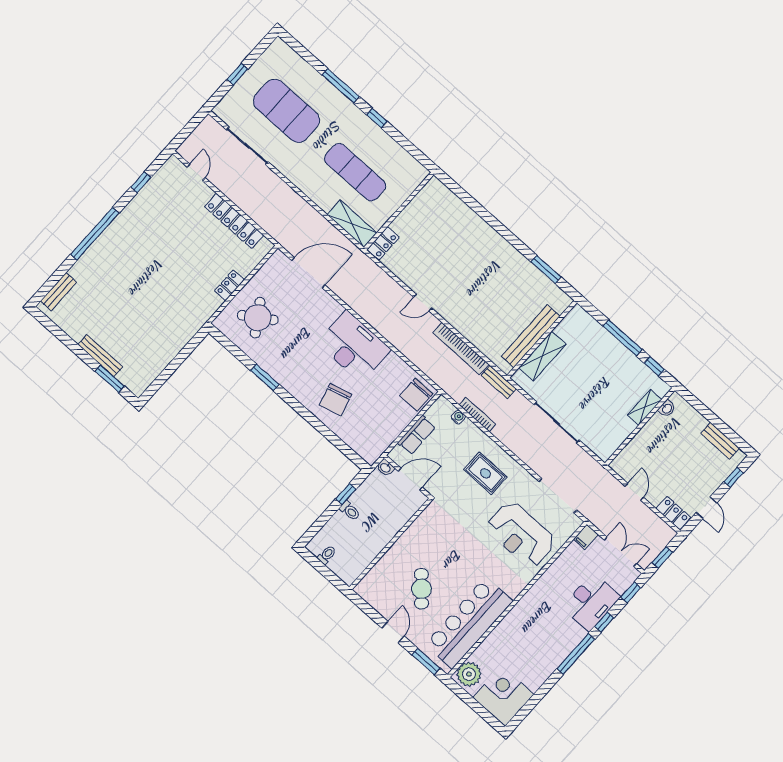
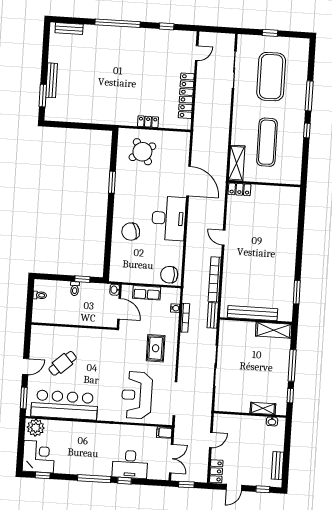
door: (308, 273) -> (189, 181), moved
shelving: (542, 356) -> (274, 330), moved
window: (631, 592) -> (43, 475), moved

